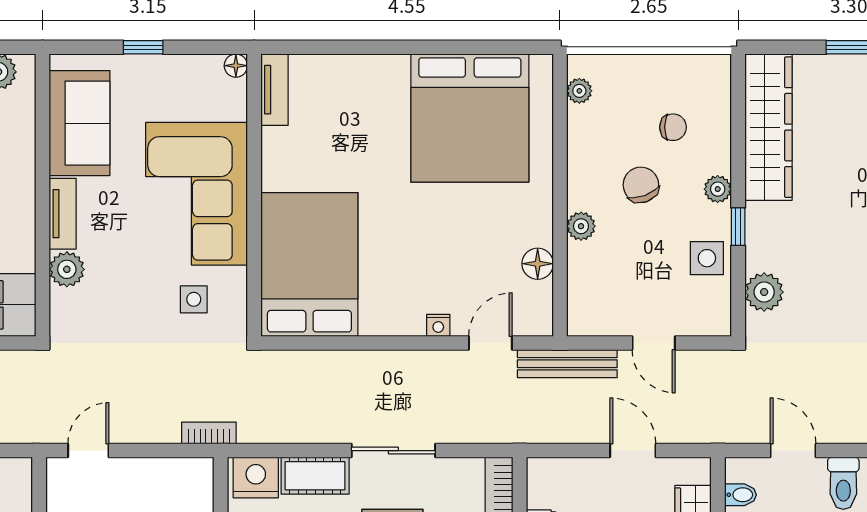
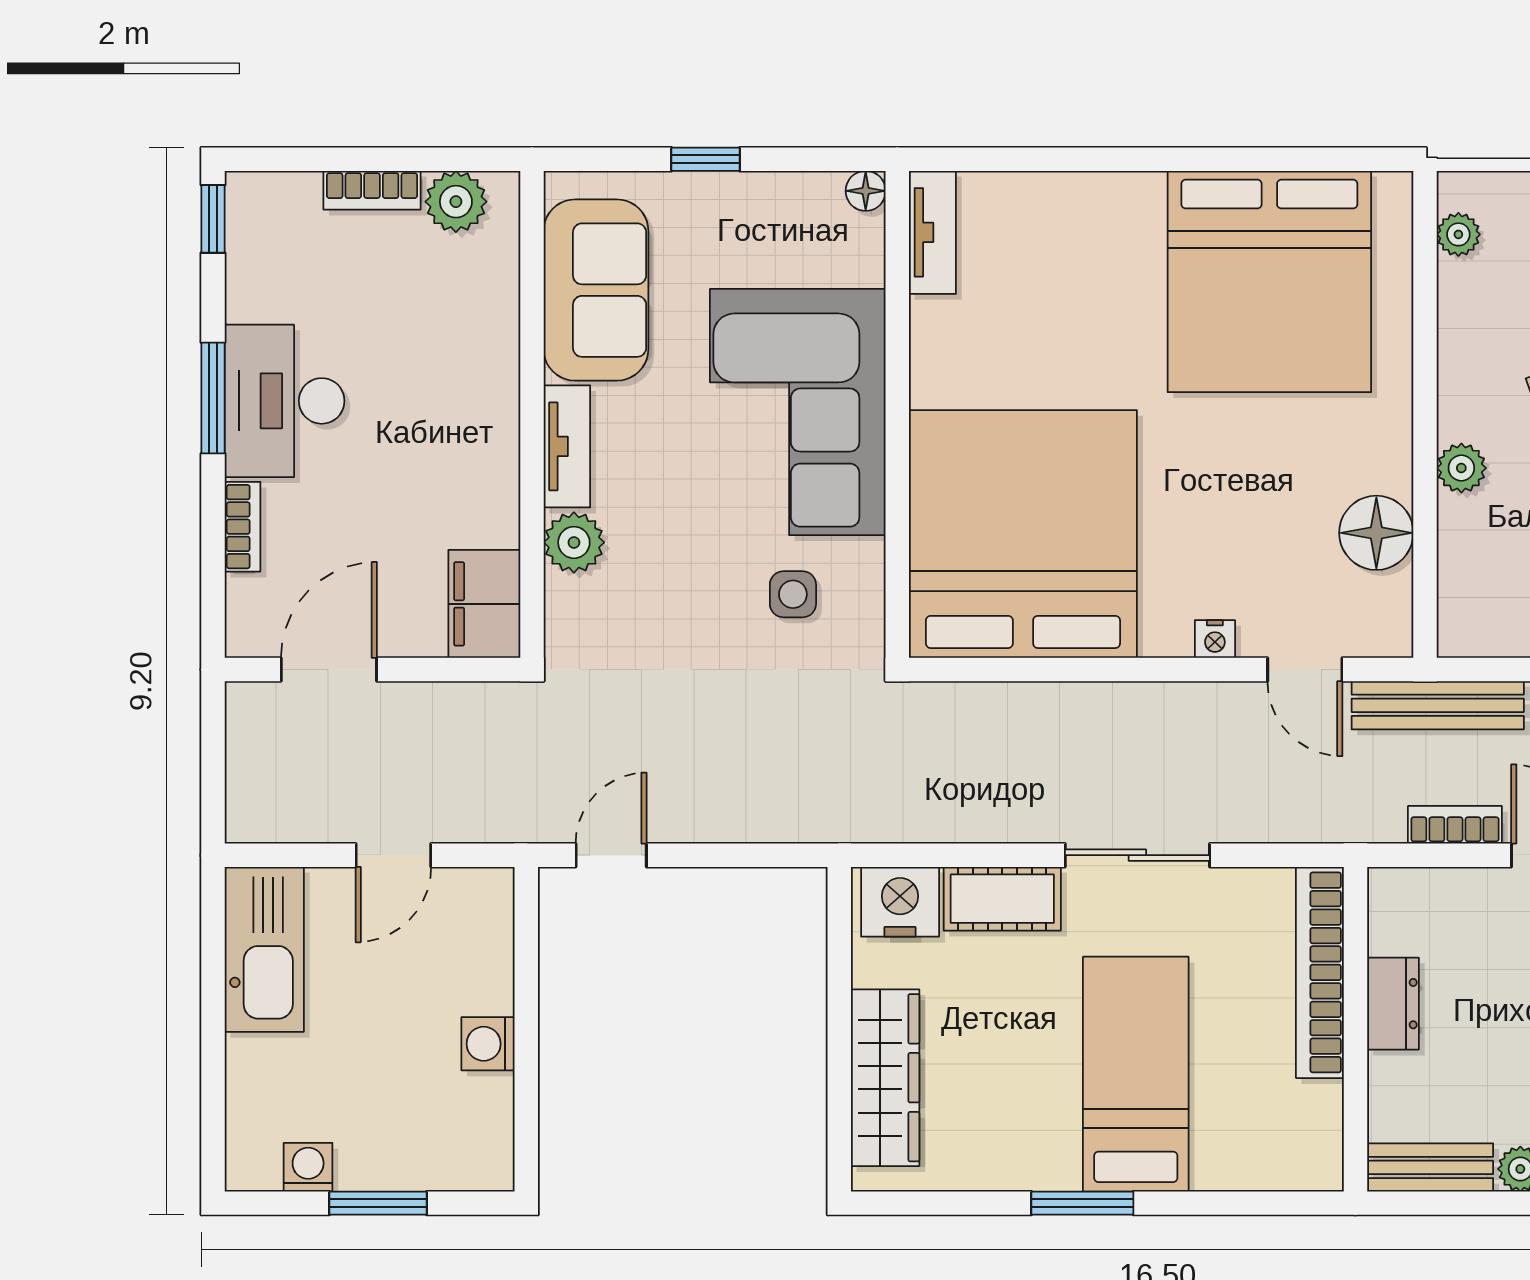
bed: (309, 264) -> (1023, 534), width x1.36
floor lamp: (538, 264) -> (1376, 533), width x1.38, depth x1.38
door: (490, 343) -> (1305, 670), swing flipped
bookcase: (209, 433) -> (1455, 825), moved

